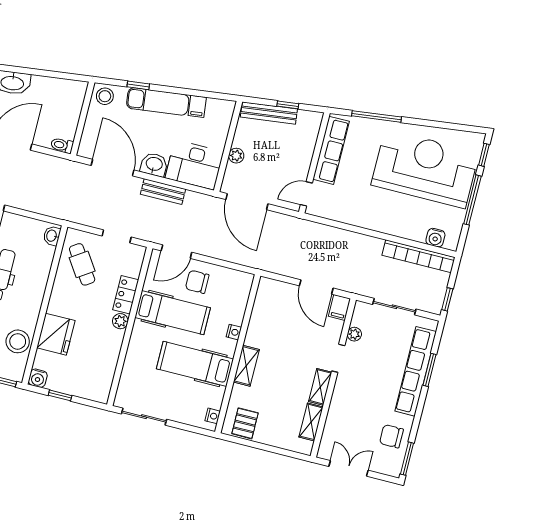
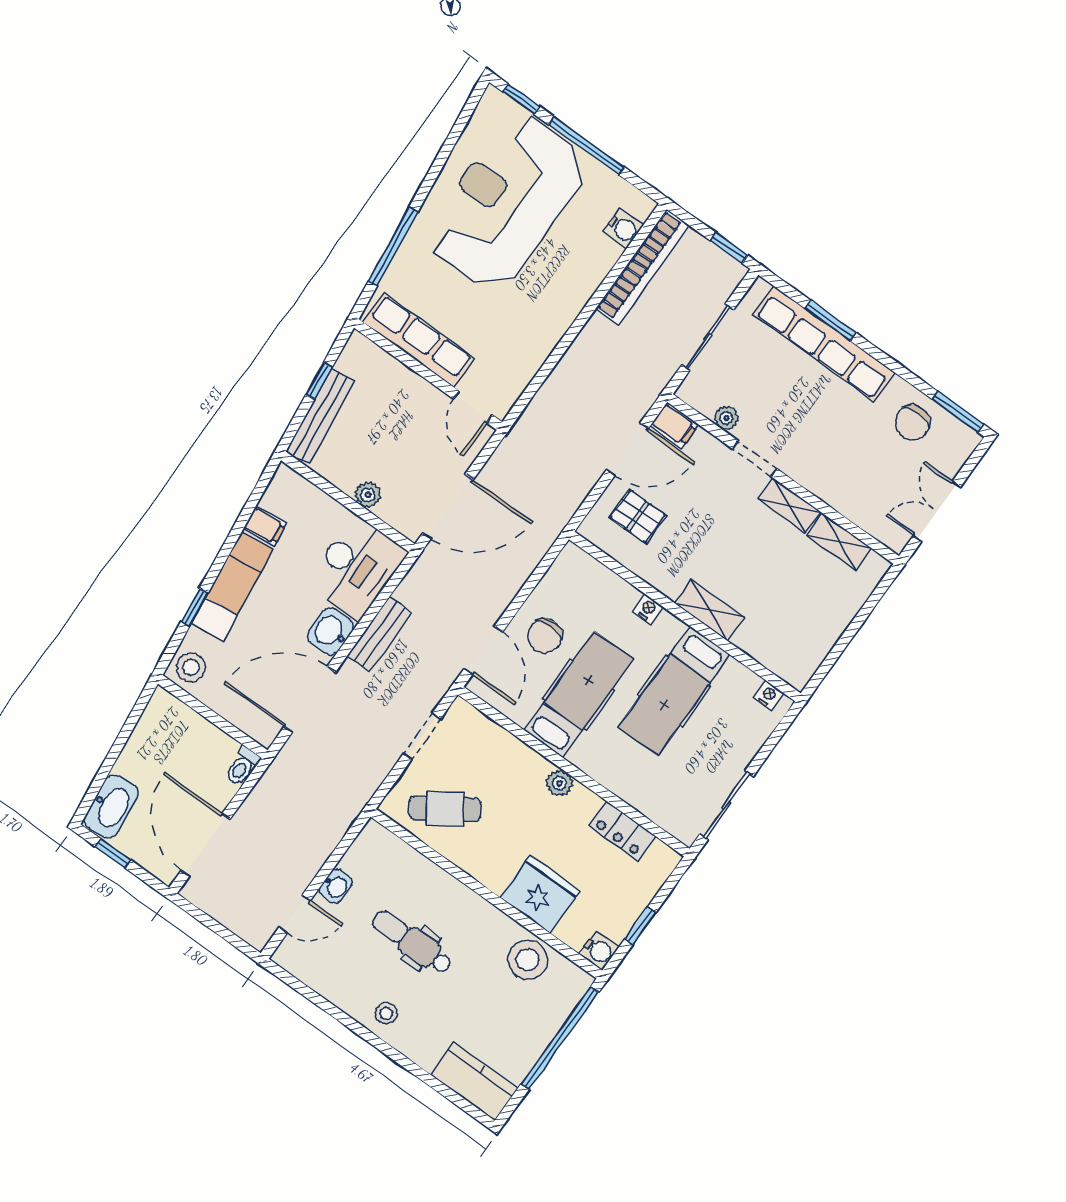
washbasin: (52, 236) -> (336, 886), moved, turned -90
locker: (126, 295) -> (622, 831), moved
pallet: (245, 423) -> (638, 516), moved

